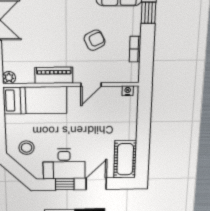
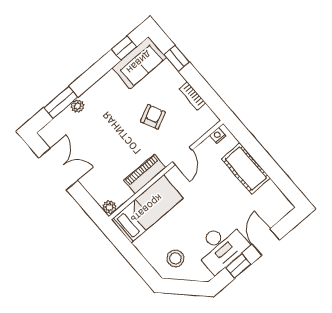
cot: (125, 159) -> (246, 169), moved

